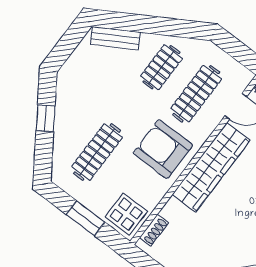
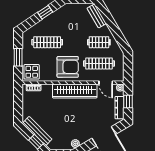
armchair: (163, 149) -> (68, 67), turned 90

